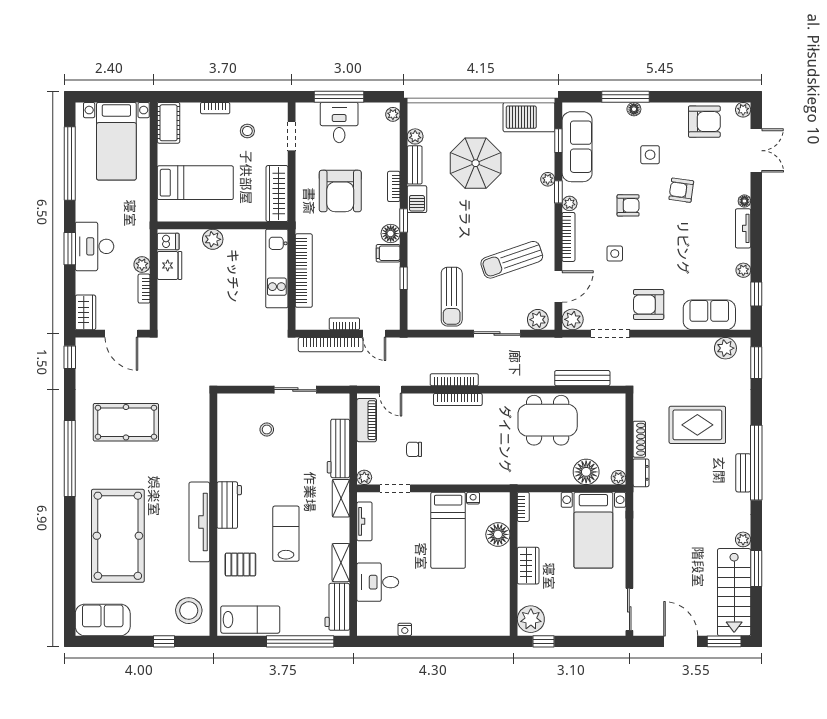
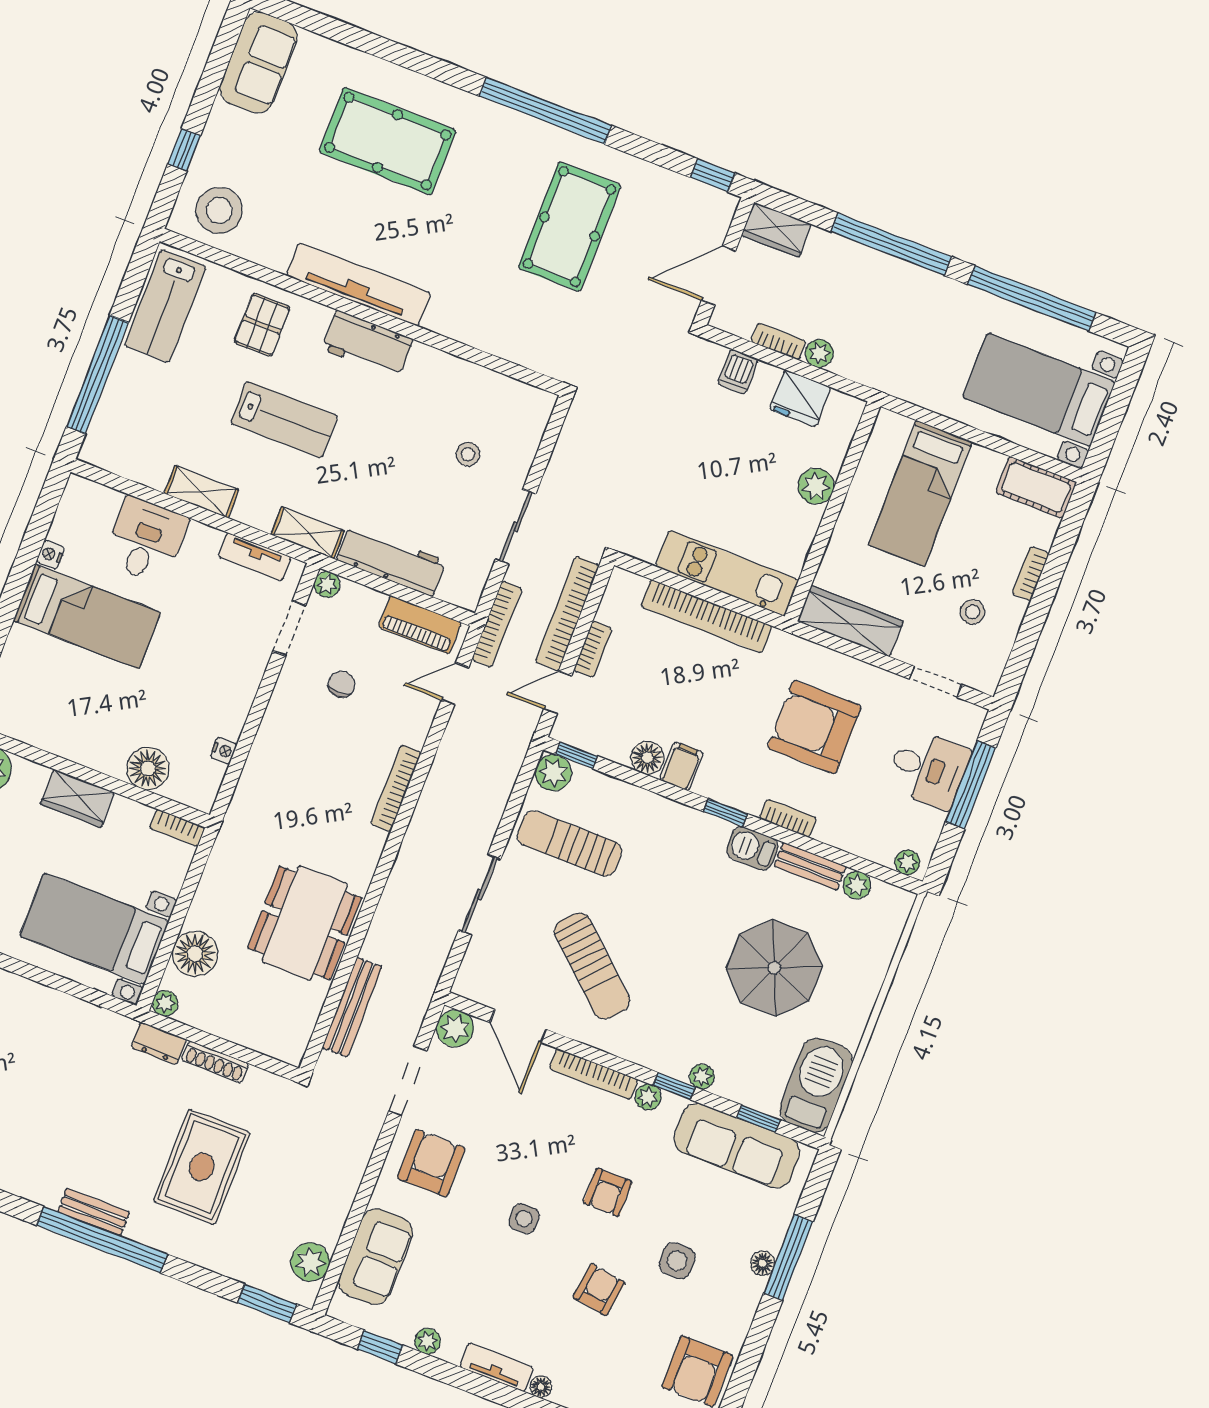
floor lamp: (391, 234) -> (647, 758), moved
dishwasher: (168, 242) -> (738, 372), moved
desk: (94, 246) -> (879, 287), removed
window: (70, 249) -> (891, 244), width x2.11
side table: (615, 254) -> (524, 1219), moved
sun lounger: (512, 260) -> (592, 966), turned 151
window: (404, 278) -> (577, 755), moved
plant: (538, 320) -> (553, 773), moved
bookcase: (454, 380) -> (497, 624), moved
bed: (448, 530) -> (87, 616), moved, turned 180
pool table: (118, 536) -> (388, 141), width x0.73, depth x0.76
workbench: (337, 607) -> (131, 458), removed

